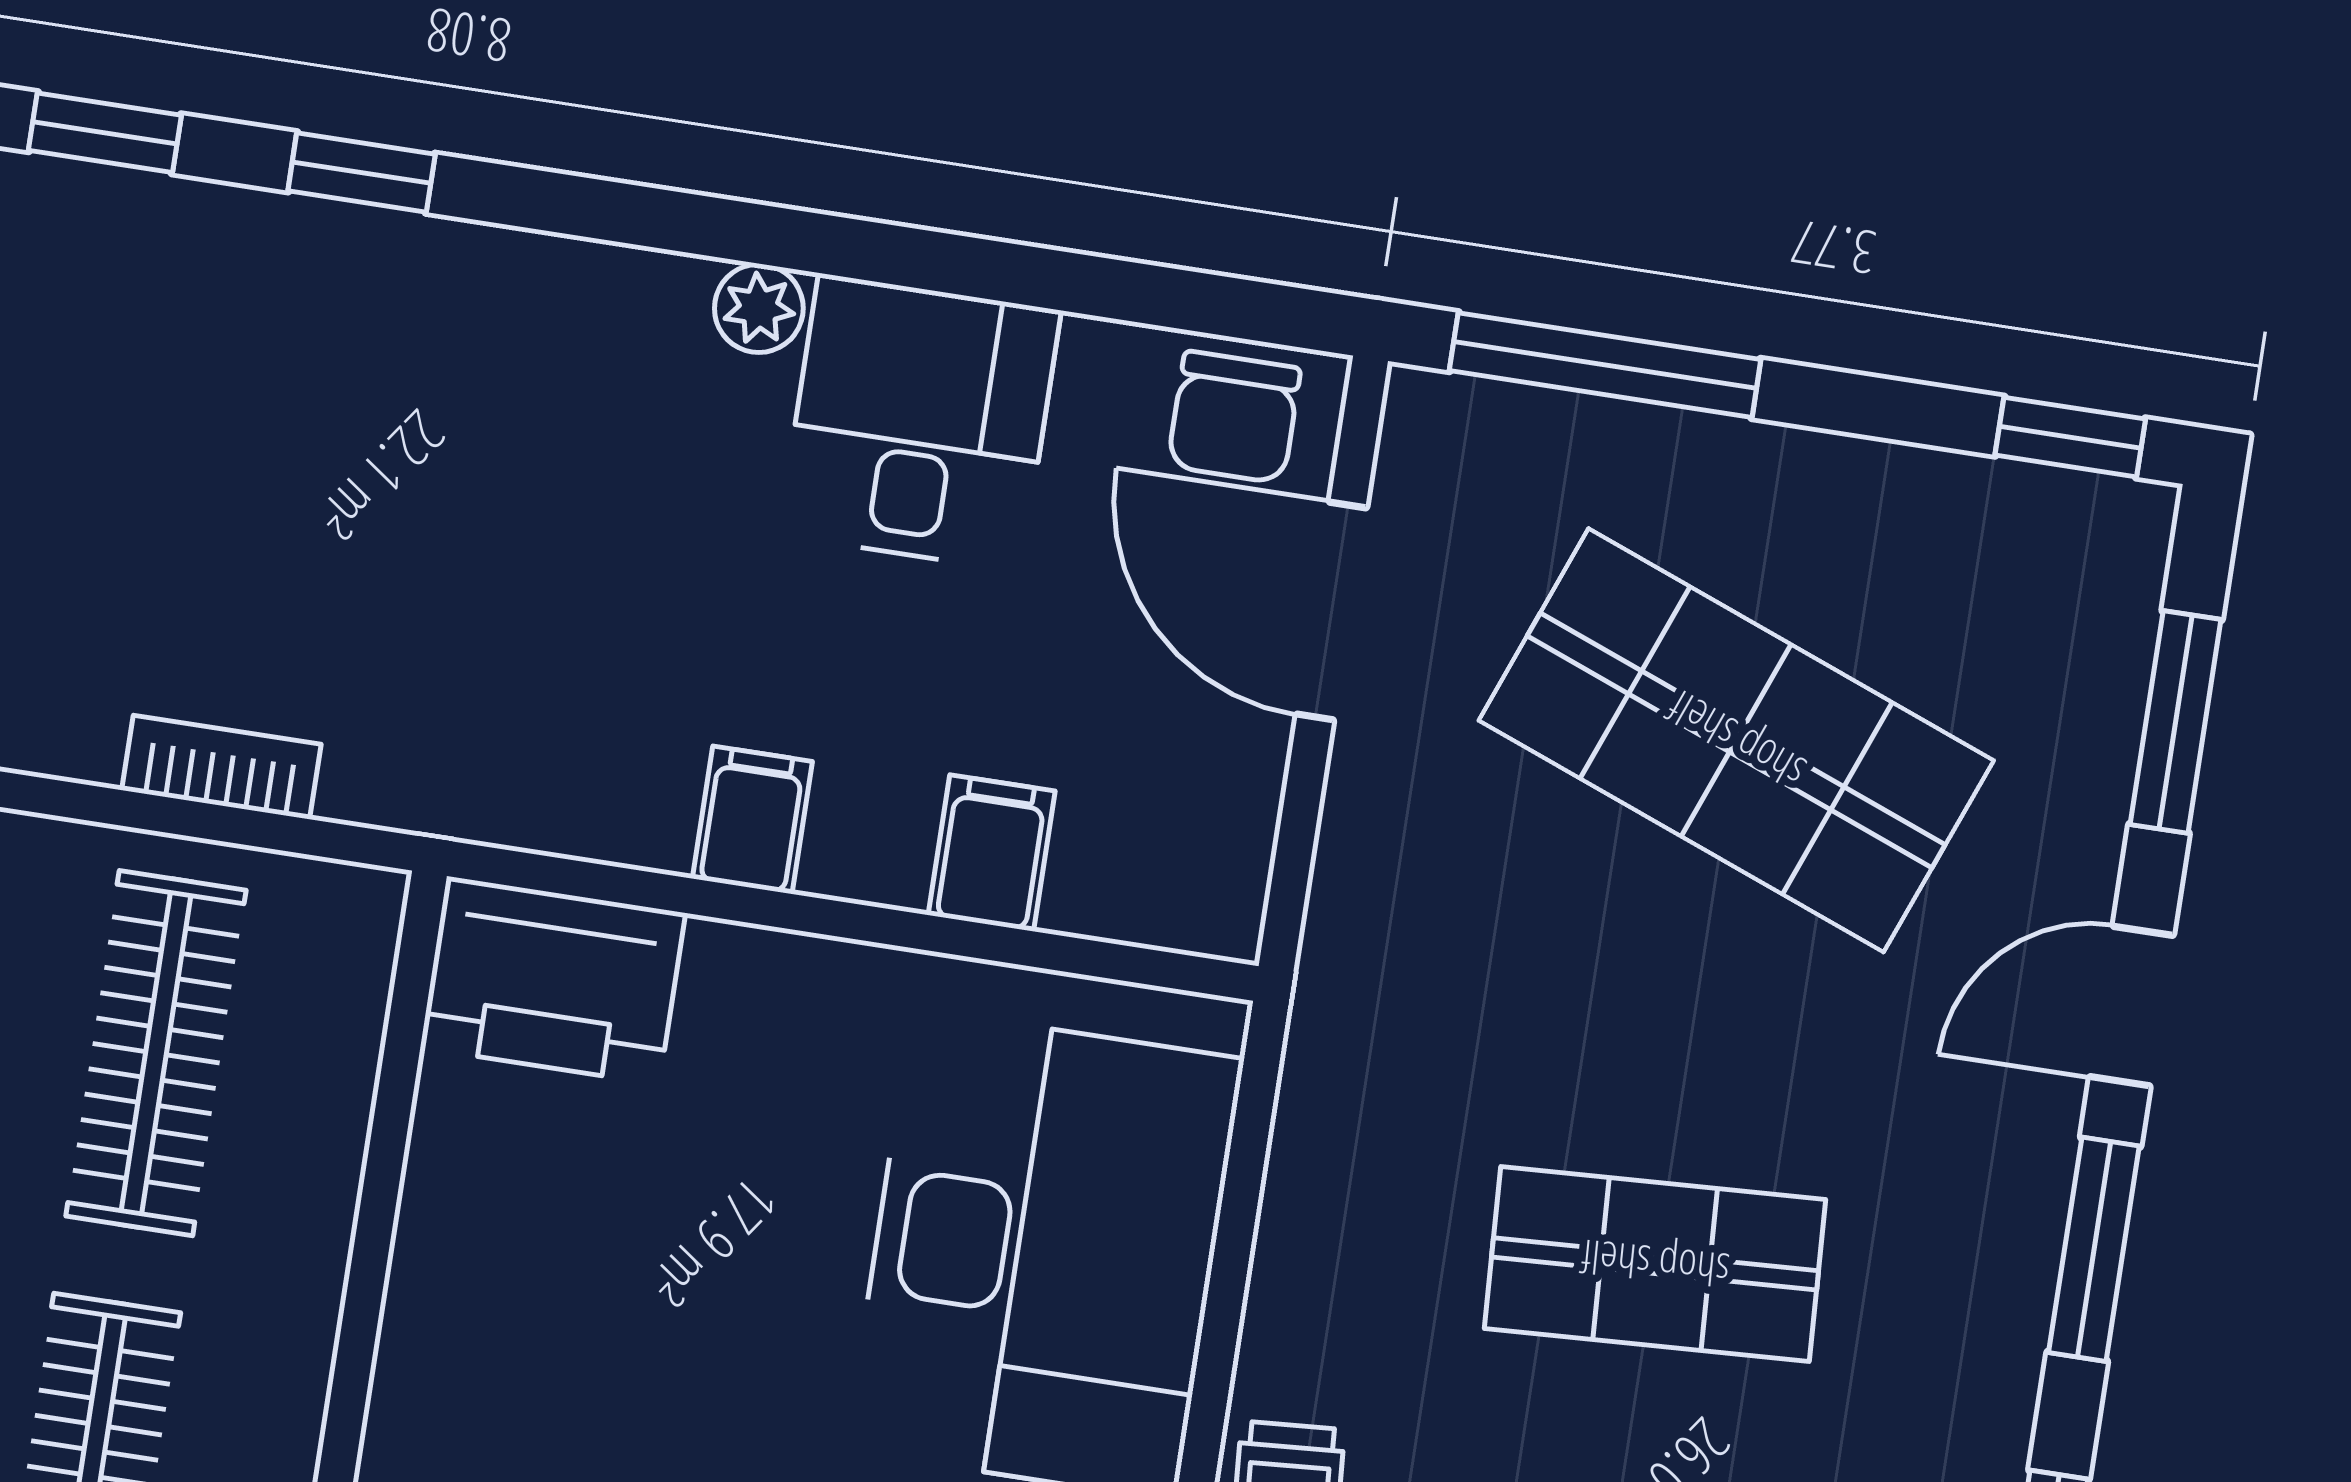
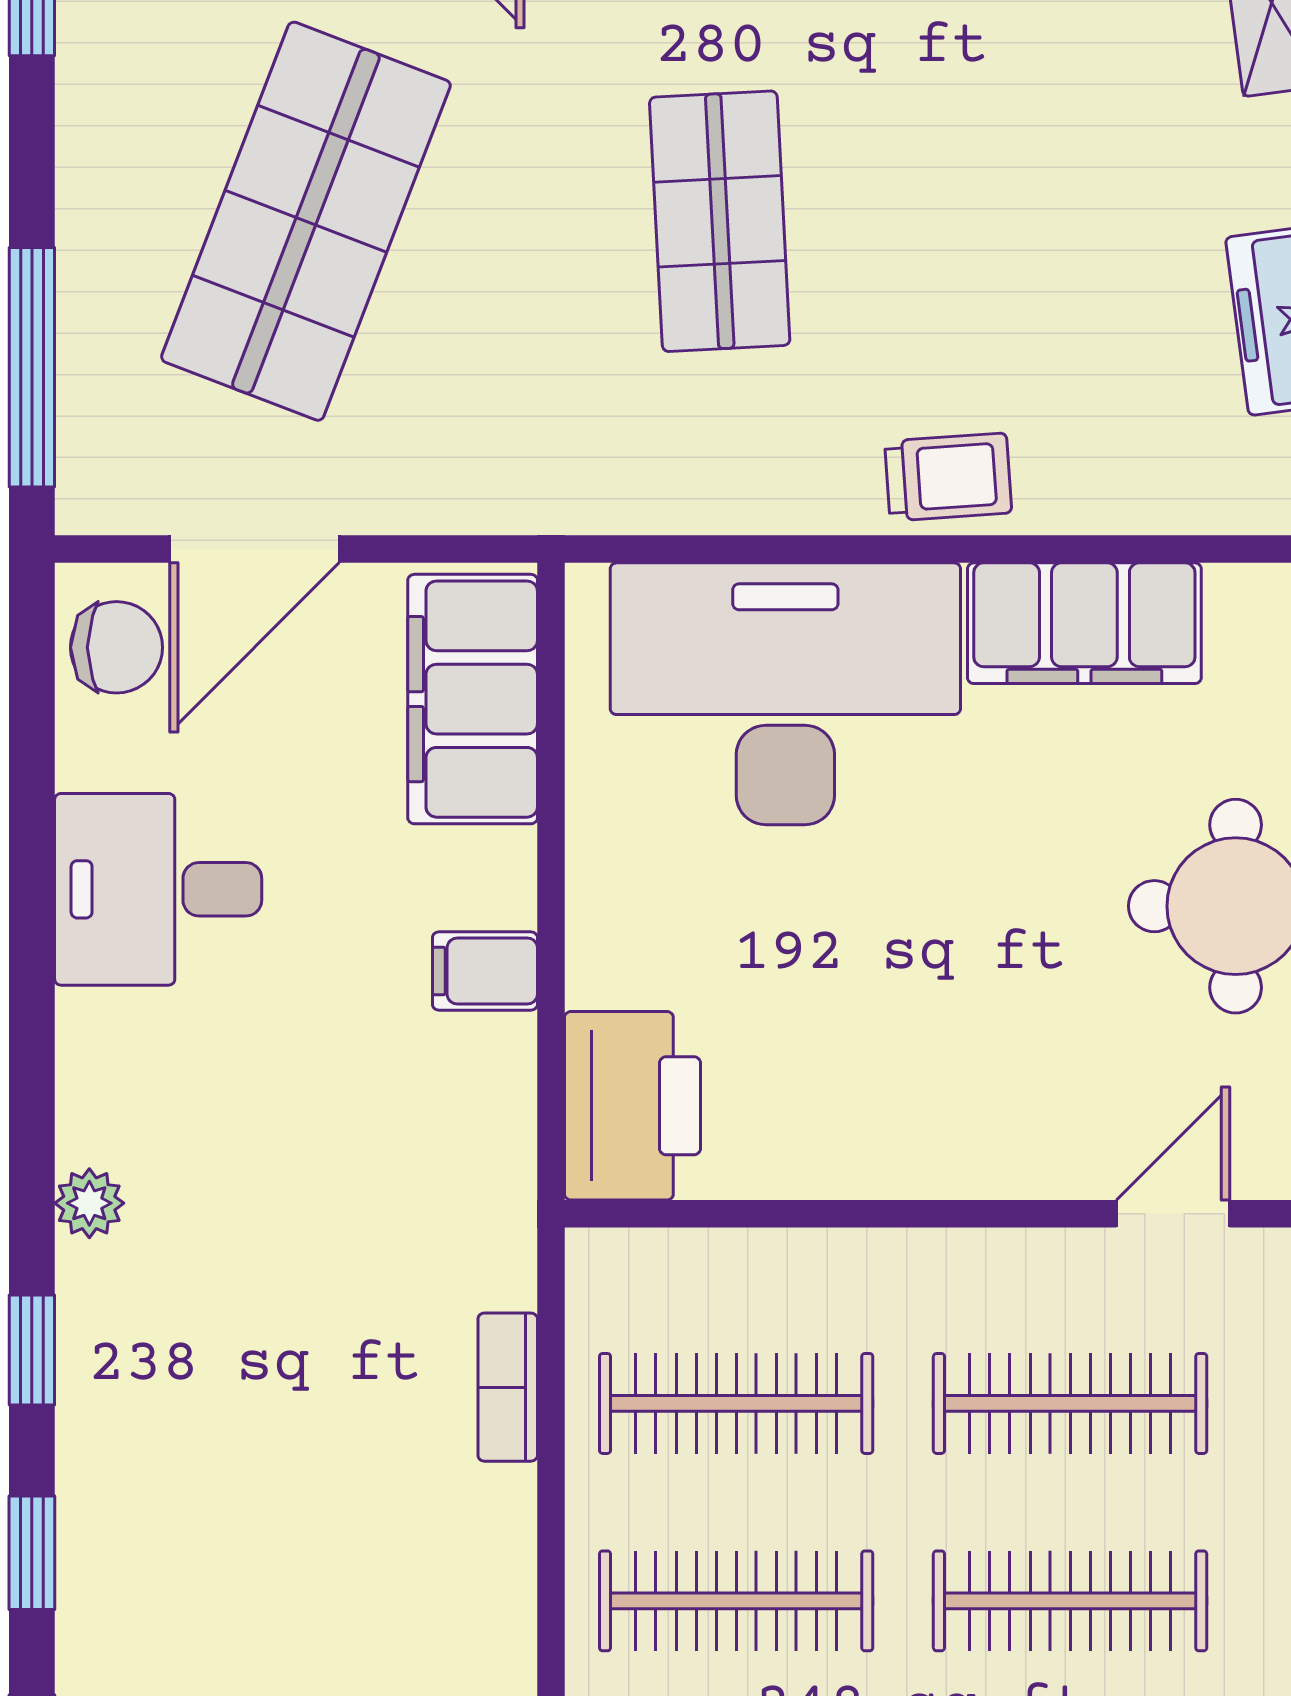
plant: (759, 308) -> (89, 1203), moved
filing cabinet: (992, 853) -> (473, 699), width x3.00, depth x1.17

